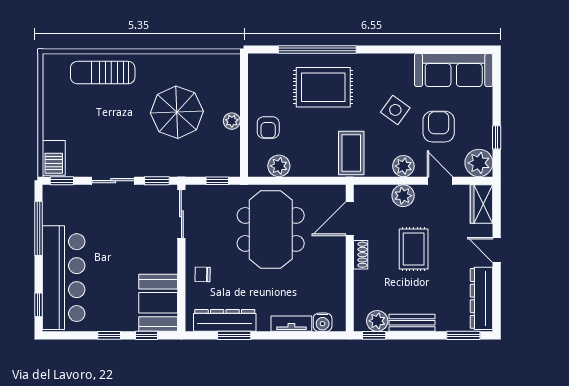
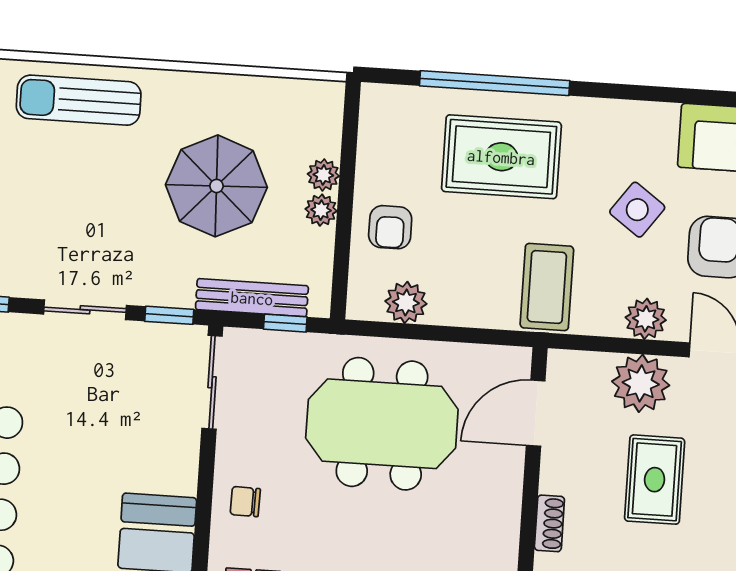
plant: (232, 103) -> (323, 175), added
bench: (199, 169) -> (252, 298), added
plant: (403, 196) -> (641, 383), width x1.36, depth x1.36
meeting table: (271, 229) -> (382, 424), turned 90
shoe rack: (361, 255) -> (549, 523), moved

